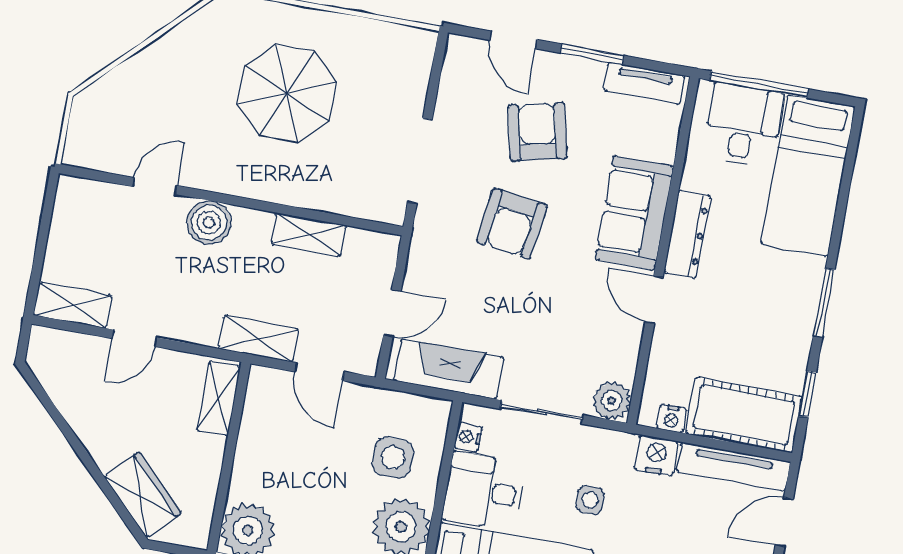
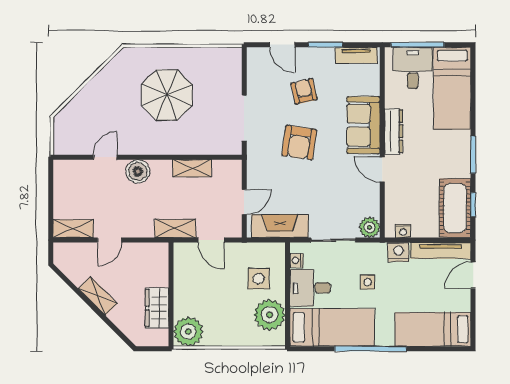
armchair: (537, 132) -> (304, 91), width x0.72, depth x0.72
shelving: (219, 399) -> (98, 296), moved, turned -45
cot: (744, 415) -> (455, 208), moved, turned 90
wardrobe: (143, 495) -> (157, 308), moved, turned -135

